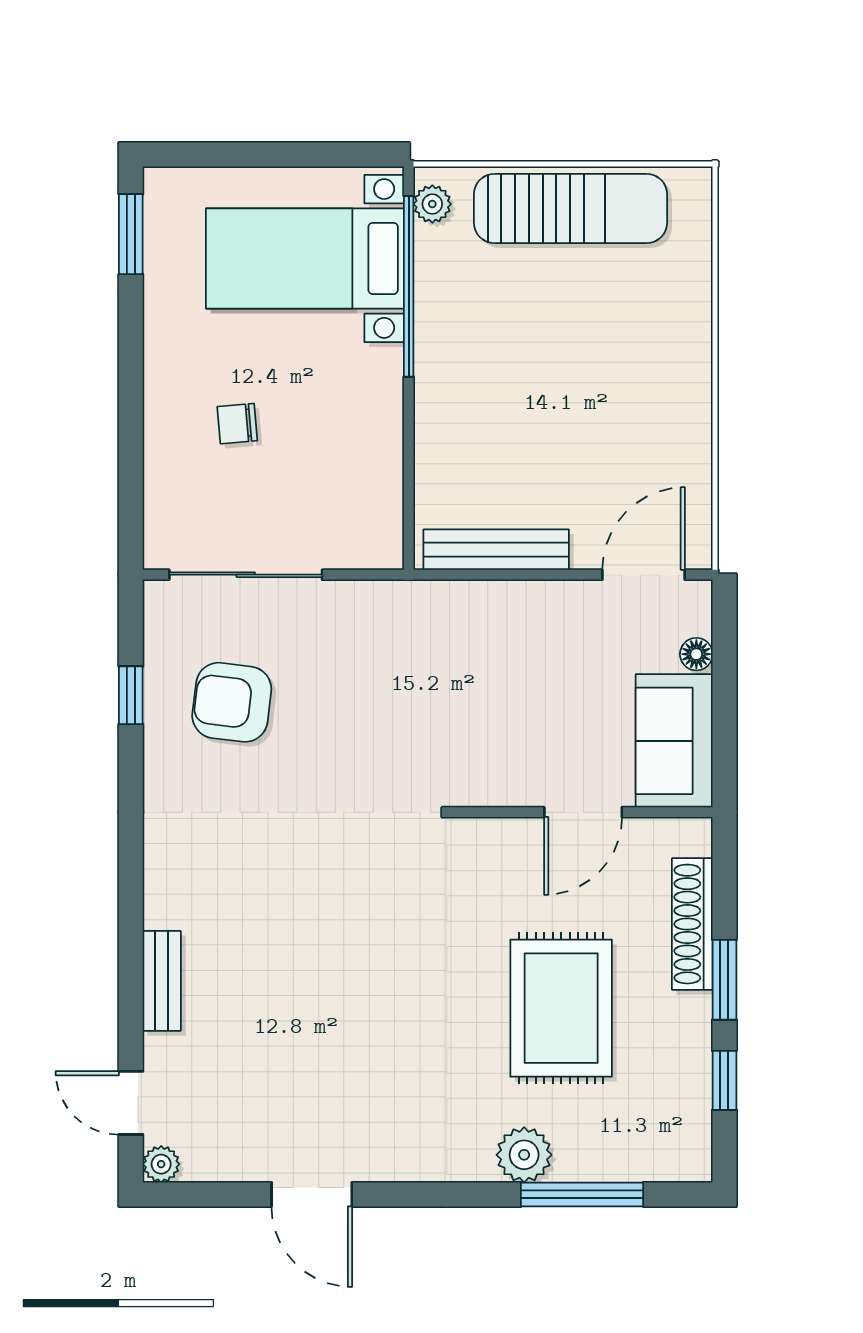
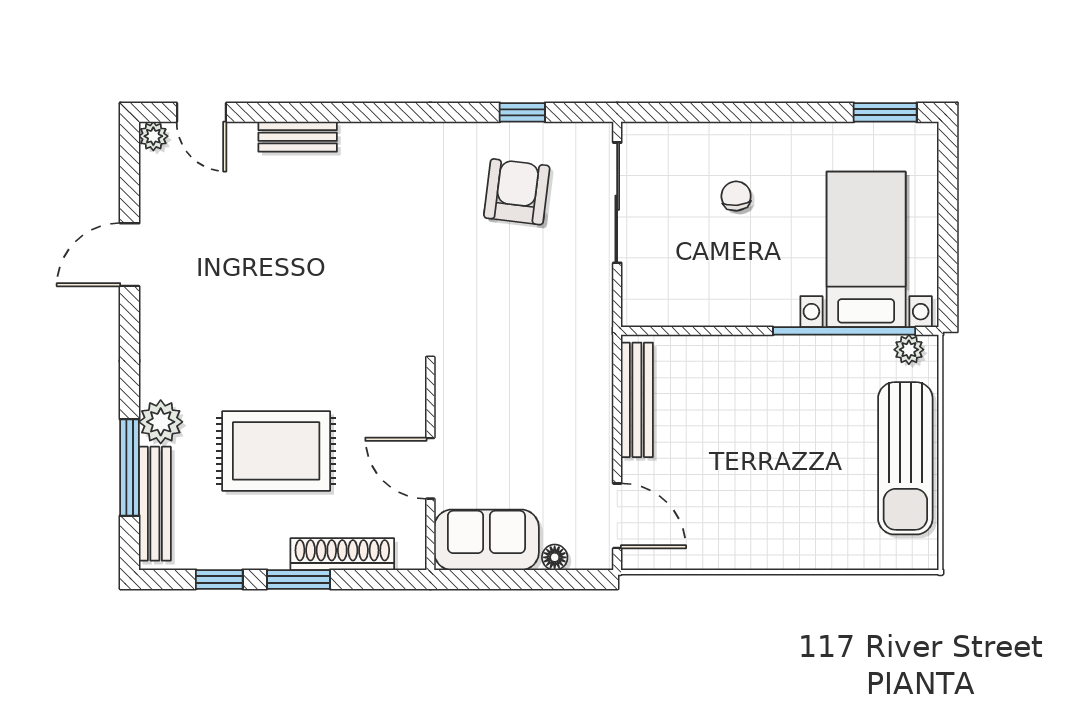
door: (131, 1103) -> (202, 112), swing flipped
bench: (628, 1162) -> (155, 504), added

